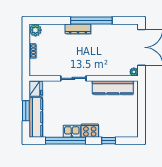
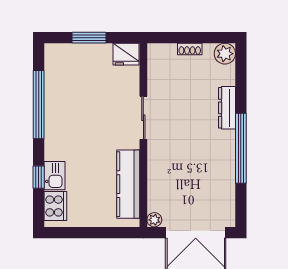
dresser: (78, 29) -> (227, 108), moved
kitchen counter: (36, 117) -> (78, 54), removed
kitchen sink: (72, 131) -> (54, 176), moved
cooker: (90, 131) -> (55, 206), moved

